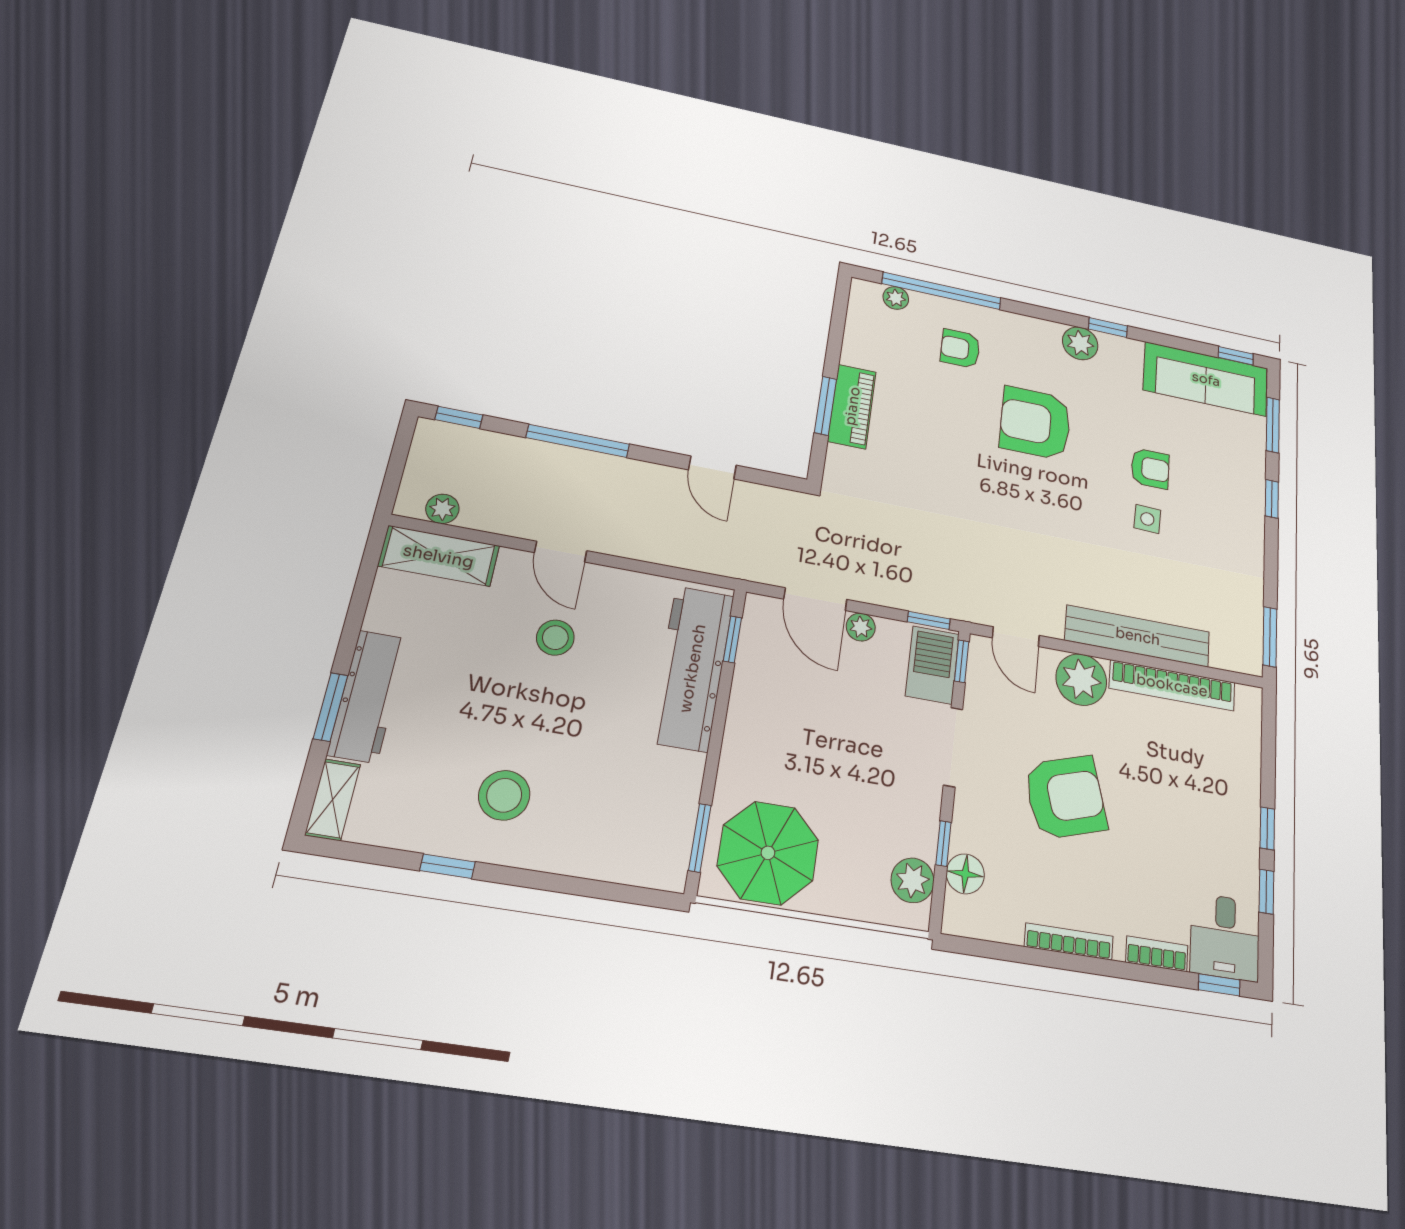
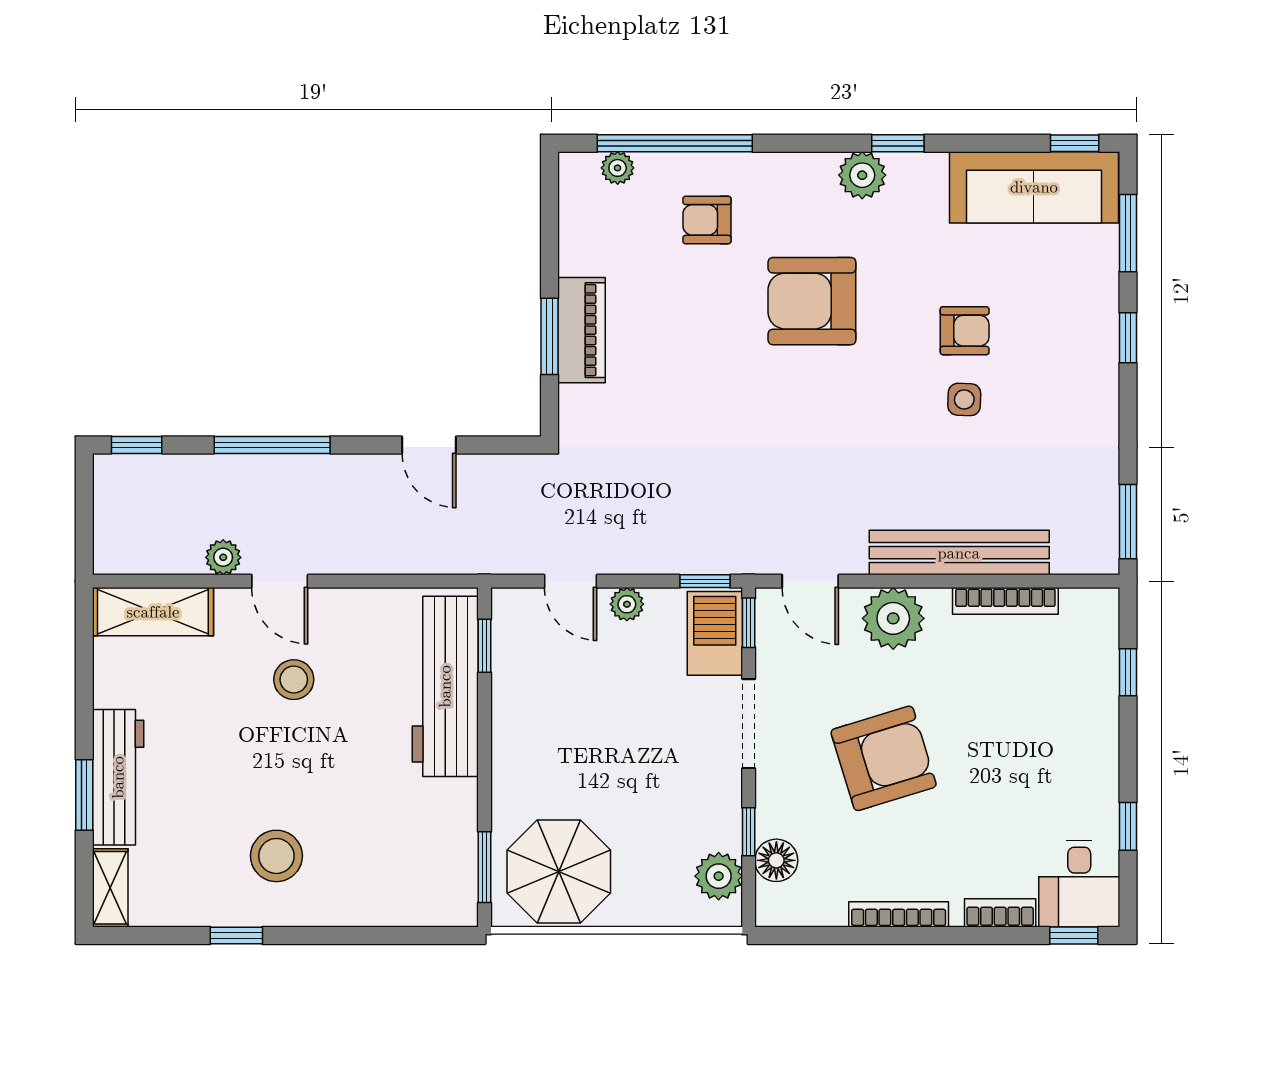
plant: (442, 509) -> (223, 557), moved
door: (815, 599) -> (571, 581), width x0.73
bookcase: (1172, 685) -> (1005, 601), width x0.68, depth x0.76
window: (1267, 828) -> (1128, 672), moved

